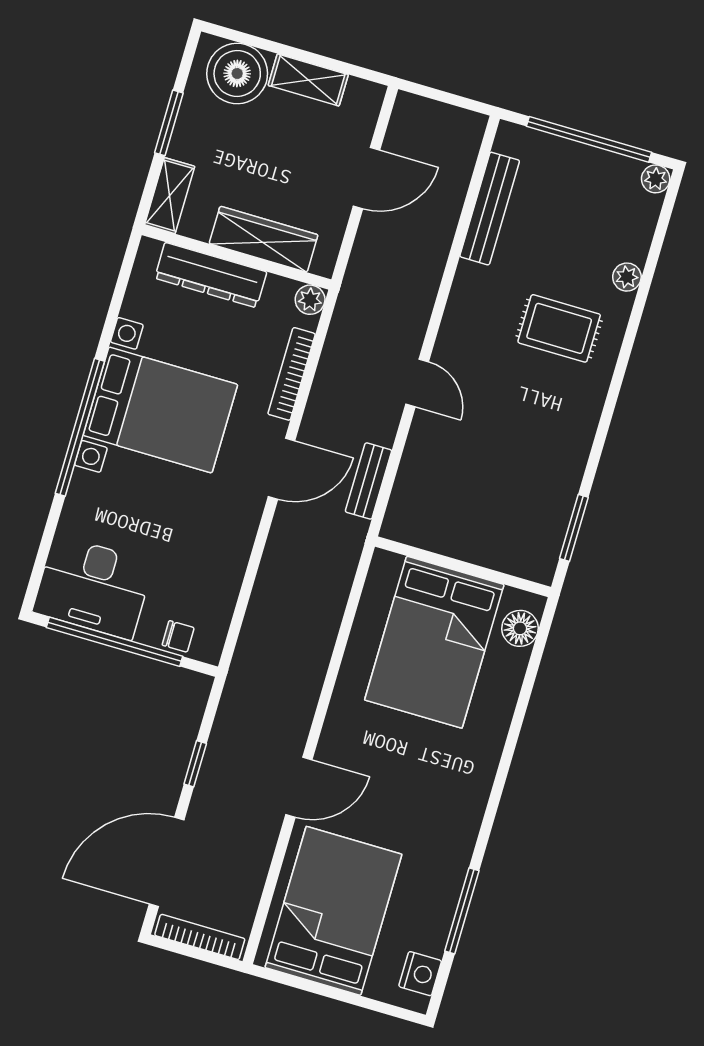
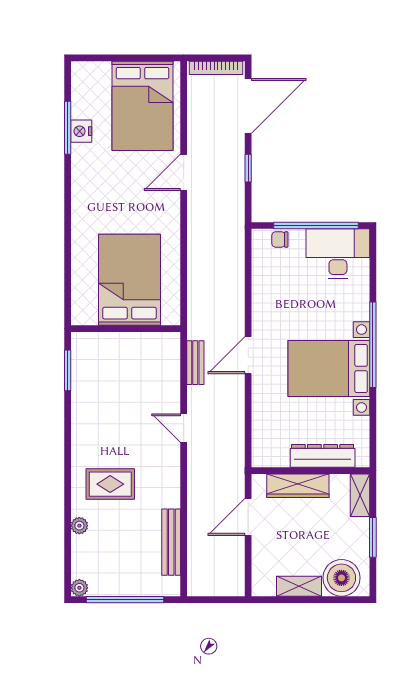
door: (367, 178) -> (248, 517), moved
plant: (310, 300) -> (260, 458), removed
bookcase: (292, 374) -> (258, 412), removed
floor lamp: (520, 628) -> (82, 302), removed
nightstand: (420, 974) -> (81, 131), moved

